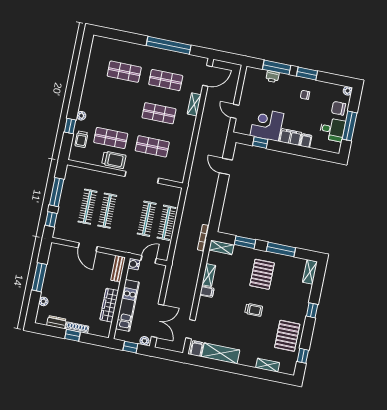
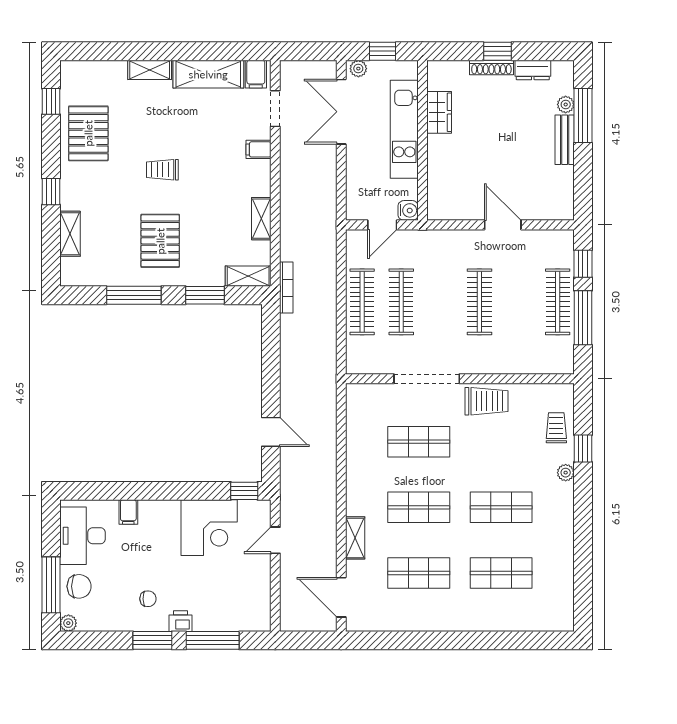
window: (169, 45) -> (427, 640), removed
door: (207, 76) -> (341, 597), hinge flipped
printer: (272, 77) -> (180, 621), moved
door: (235, 111) -> (275, 540), swing flipped
window: (350, 126) -> (51, 585), moved
desk: (332, 129) -> (82, 536), width x1.37
filing cabinet: (290, 137) -> (159, 513), removed
shop shelf: (111, 138) -> (501, 507), moved
window: (260, 142) -> (244, 491), moved
trolley: (114, 160) -> (487, 401), turned 180
clothes rail: (88, 207) -> (558, 302), moved
bench: (118, 269) -> (565, 140), moved
shelving: (310, 272) -> (70, 234), moved
window: (39, 277) -> (583, 116), moved
filing cabinet: (207, 292) -> (258, 149), moved
wardrobe: (109, 305) -> (439, 112), width x0.67
shelving: (268, 365) -> (150, 70), moved

